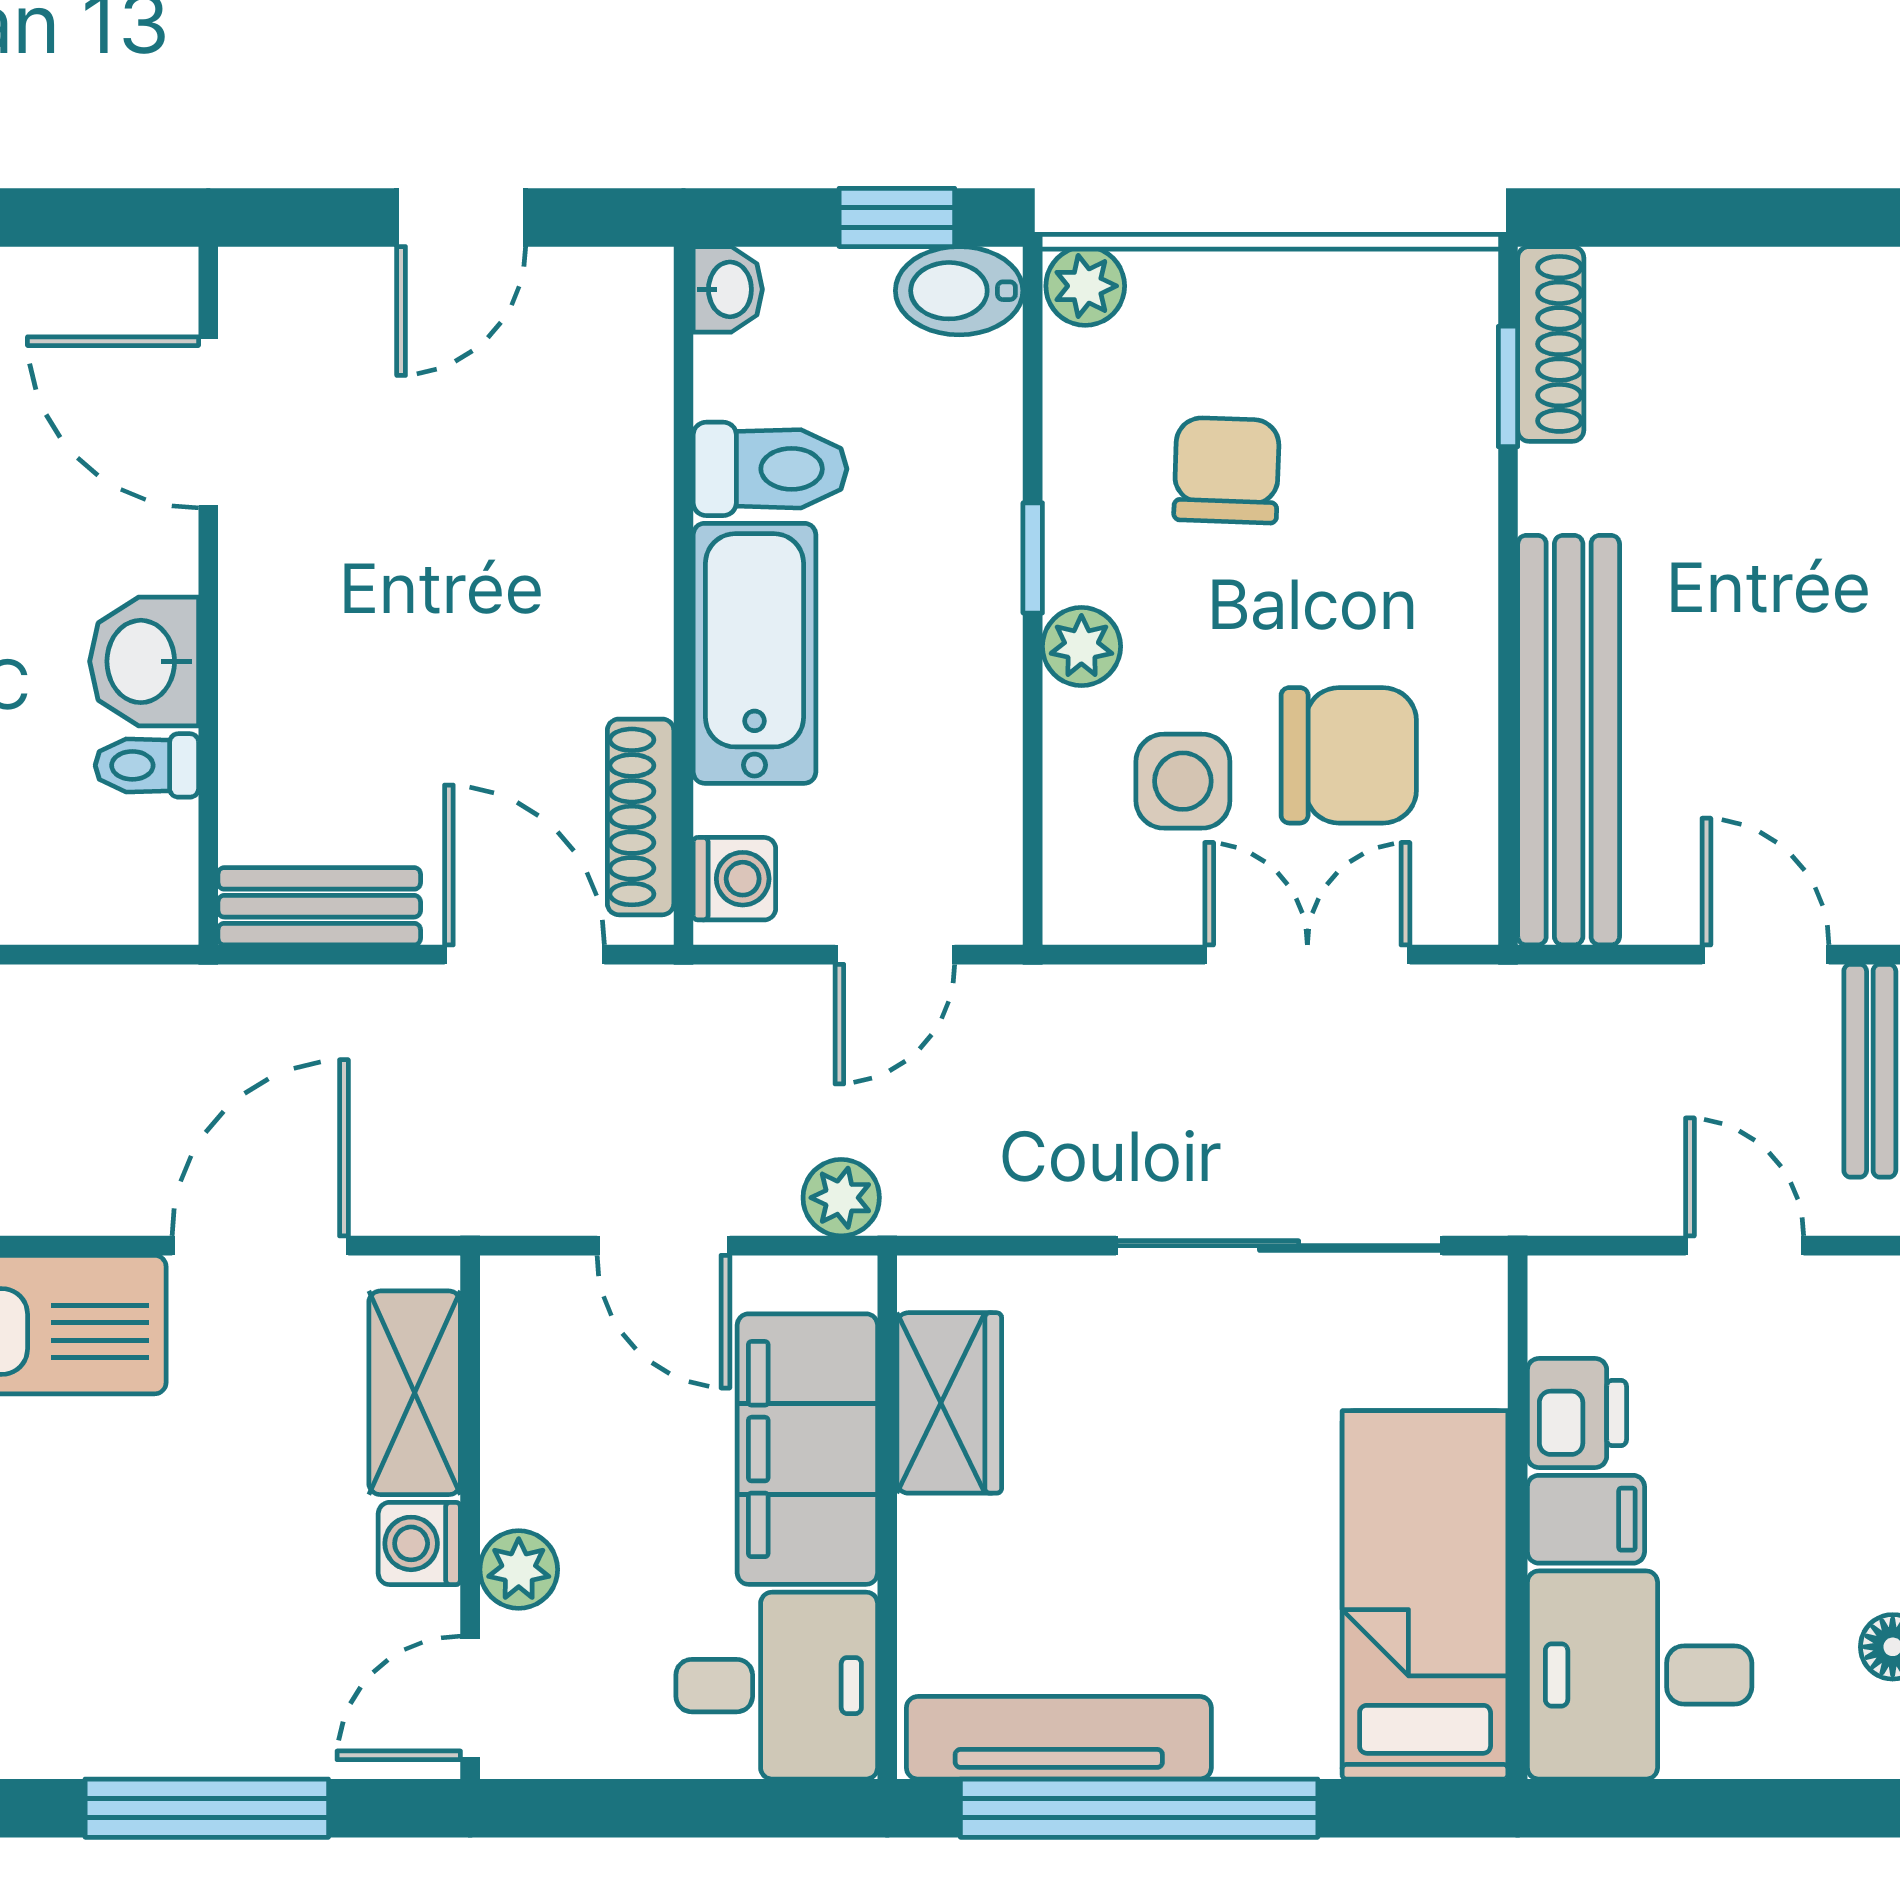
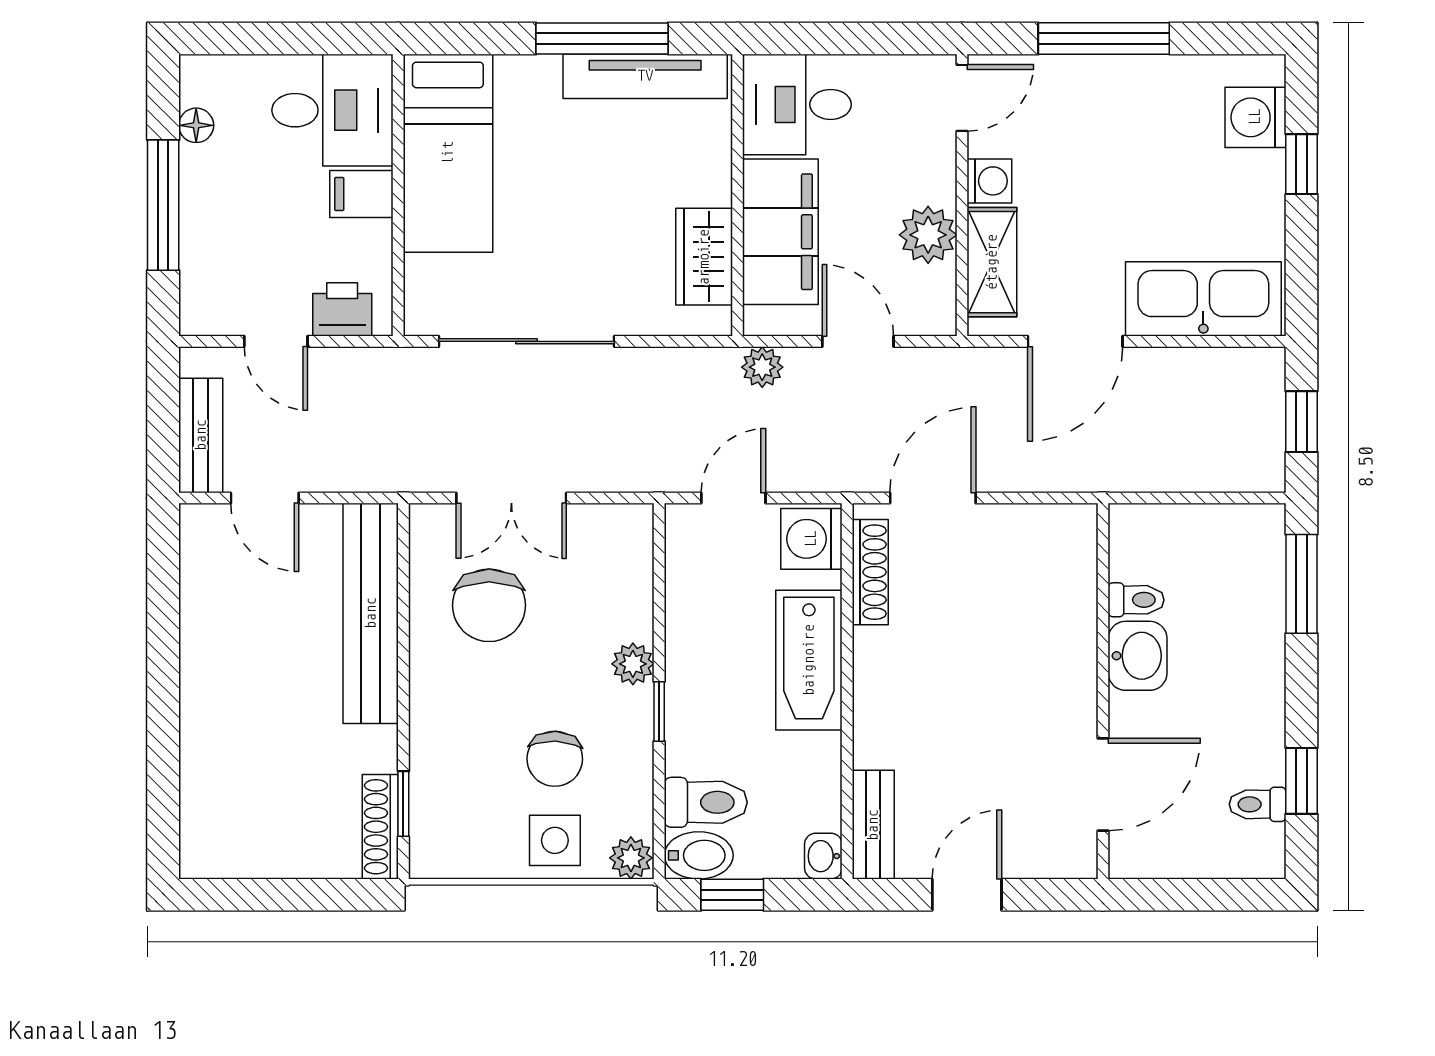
door: (208, 422) -> (1103, 784), hinge flipped
toilet: (770, 469) -> (706, 802), moved, turned 180
chair: (1349, 755) -> (489, 605), turned -90
side table: (1183, 781) -> (555, 840), moved
washing machine: (734, 879) -> (811, 539), width x1.38, depth x1.38
bench: (319, 906) -> (873, 825), moved, turned 90
door: (524, 955) -> (933, 498), swing flipped
printer: (1577, 1413) -> (342, 309), moved, turned 90
plant: (519, 1570) -> (928, 235), moved, width x1.38, depth x1.38
window: (1139, 1808) -> (602, 38), width x0.68

